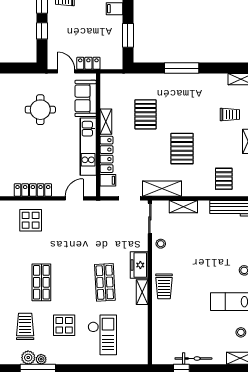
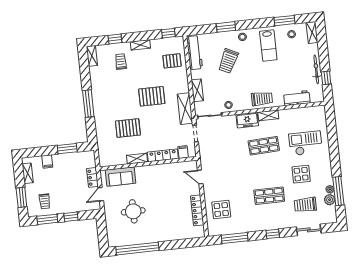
kitchen unit: (88, 147) -> (158, 171), removed
trolley: (216, 249) -> (228, 61), added
workbench: (160, 330) -> (297, 98), added

